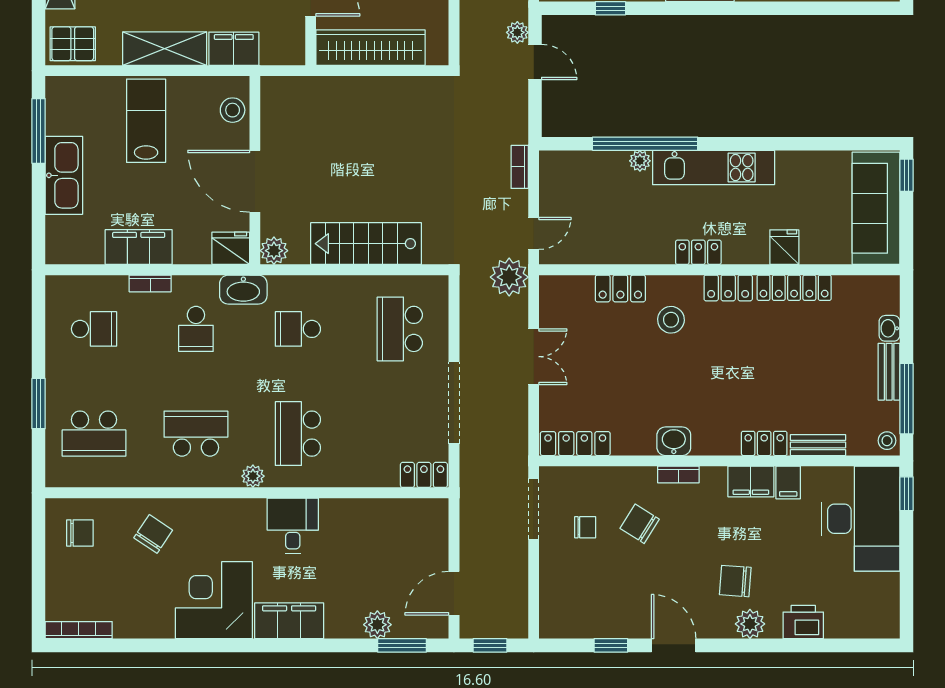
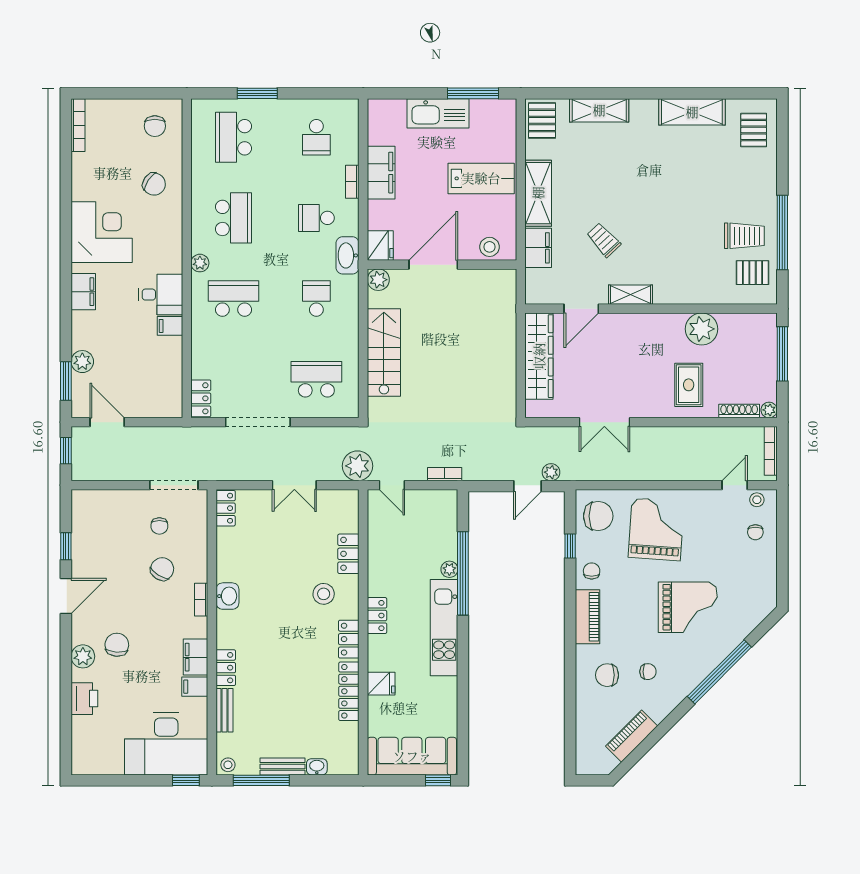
locker: (575, 444) -> (226, 508), width x0.66
filing cabinet: (332, 514) -> (170, 326), added
filing cabinet: (289, 621) -> (83, 292), width x0.67, depth x0.86

